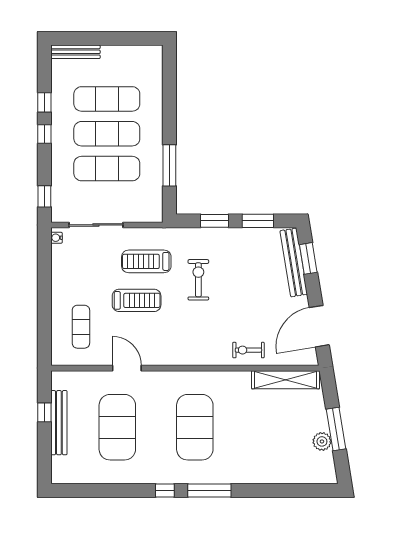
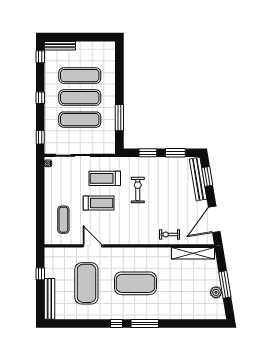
window: (44, 102) -> (40, 57), moved
bench: (59, 423) -> (49, 299), moved
exercise mat: (195, 427) -> (135, 283), turned 90

